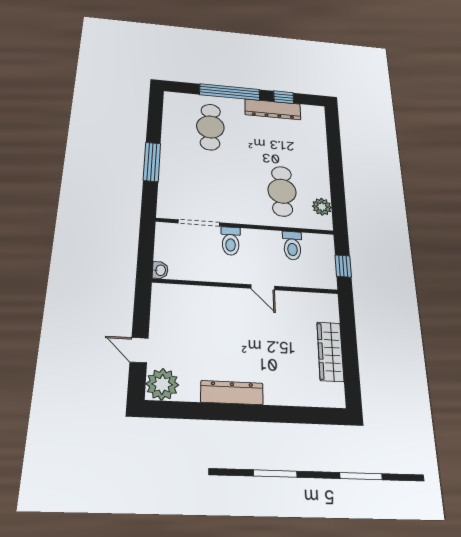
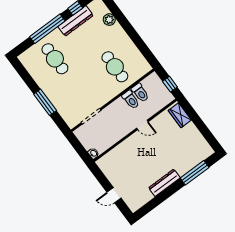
plant: (322, 207) -> (109, 20), moved
toilet: (231, 241) -> (131, 100), moved
wardrobe: (330, 352) -> (180, 115), moved, width x0.67
plant: (162, 384) -> (135, 202), removed
window: (291, 415) -> (195, 173), added

